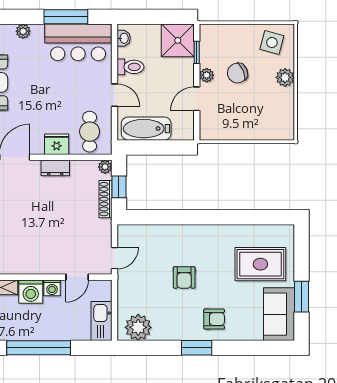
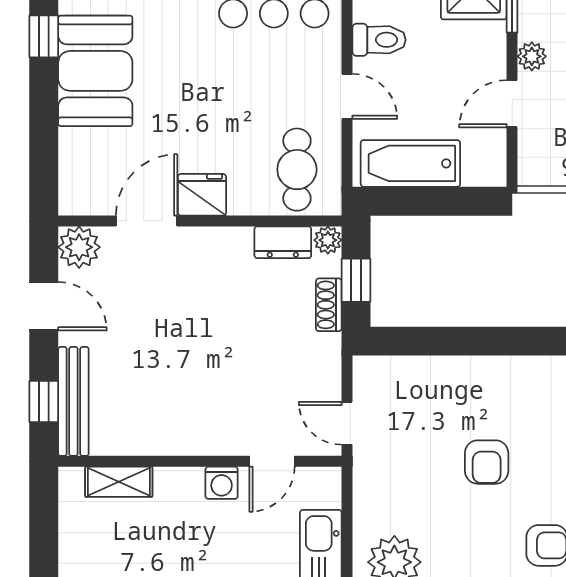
fridge: (57, 144) -> (202, 195), moved
dresser: (55, 168) -> (283, 242), moved
shoe rack: (105, 199) -> (329, 305), width x0.70
door: (115, 258) -> (347, 423), swing flipped
washing machine: (31, 292) -> (179, 490), removed

